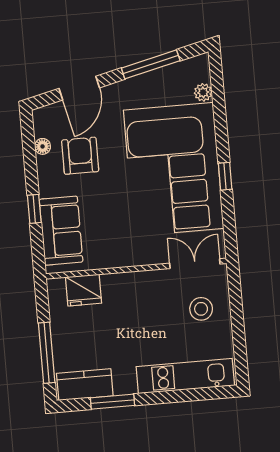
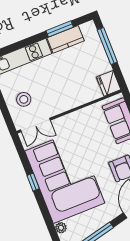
fridge: (84, 290) -> (109, 83), moved, turned -90
kitchen counter: (85, 385) -> (66, 39), moved

